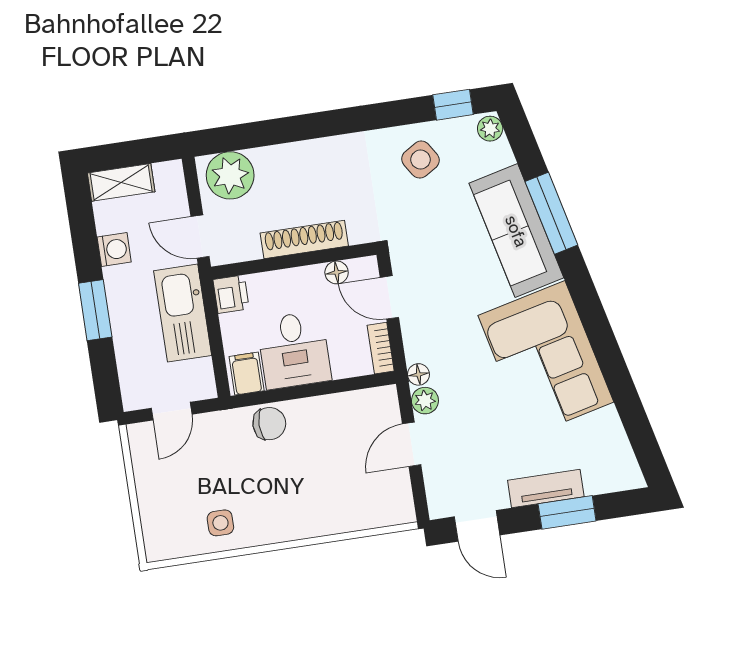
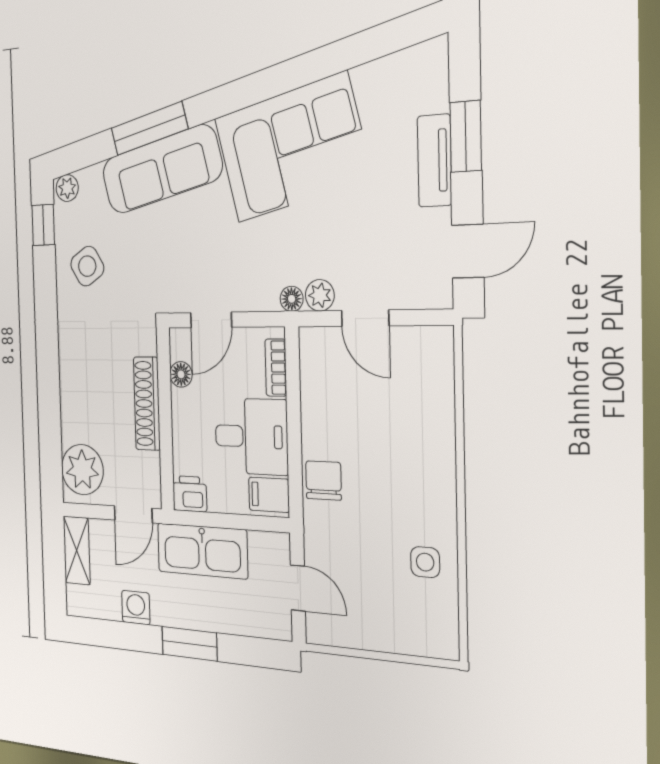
shelving: (121, 182) -> (77, 550), moved
bookcase: (381, 348) -> (276, 368), moved, turned 90

